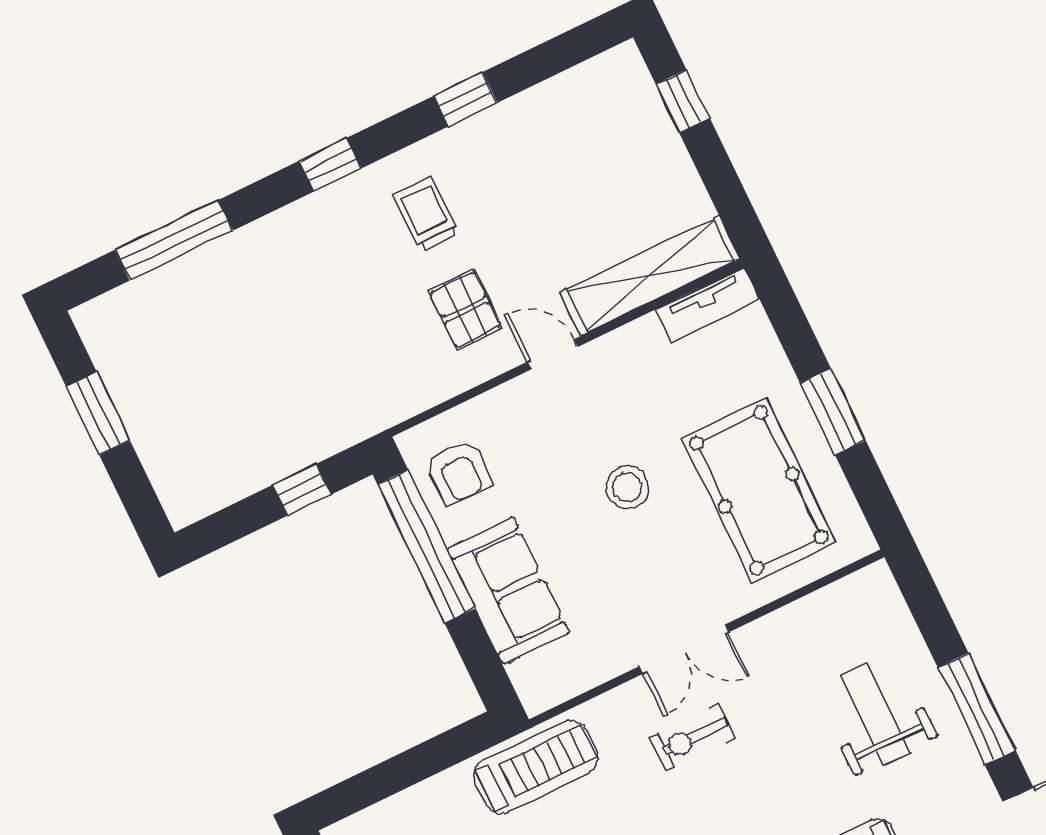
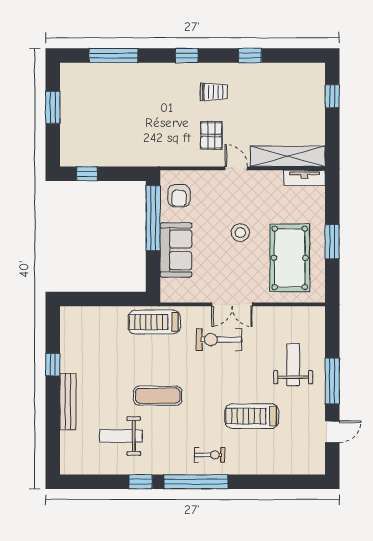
trolley: (426, 214) -> (214, 92), turned 90
window: (302, 490) -> (87, 174), moved
exercise bike: (692, 738) -> (219, 340), width x1.38, depth x1.39
treadmill: (536, 767) -> (154, 322), turned 180

